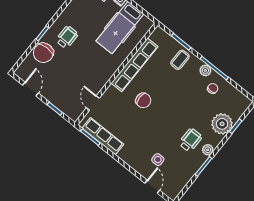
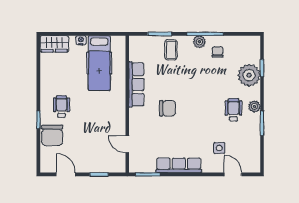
row of seats: (134, 65) -> (136, 84), width x0.73
row of seats: (103, 136) -> (179, 165), moved

